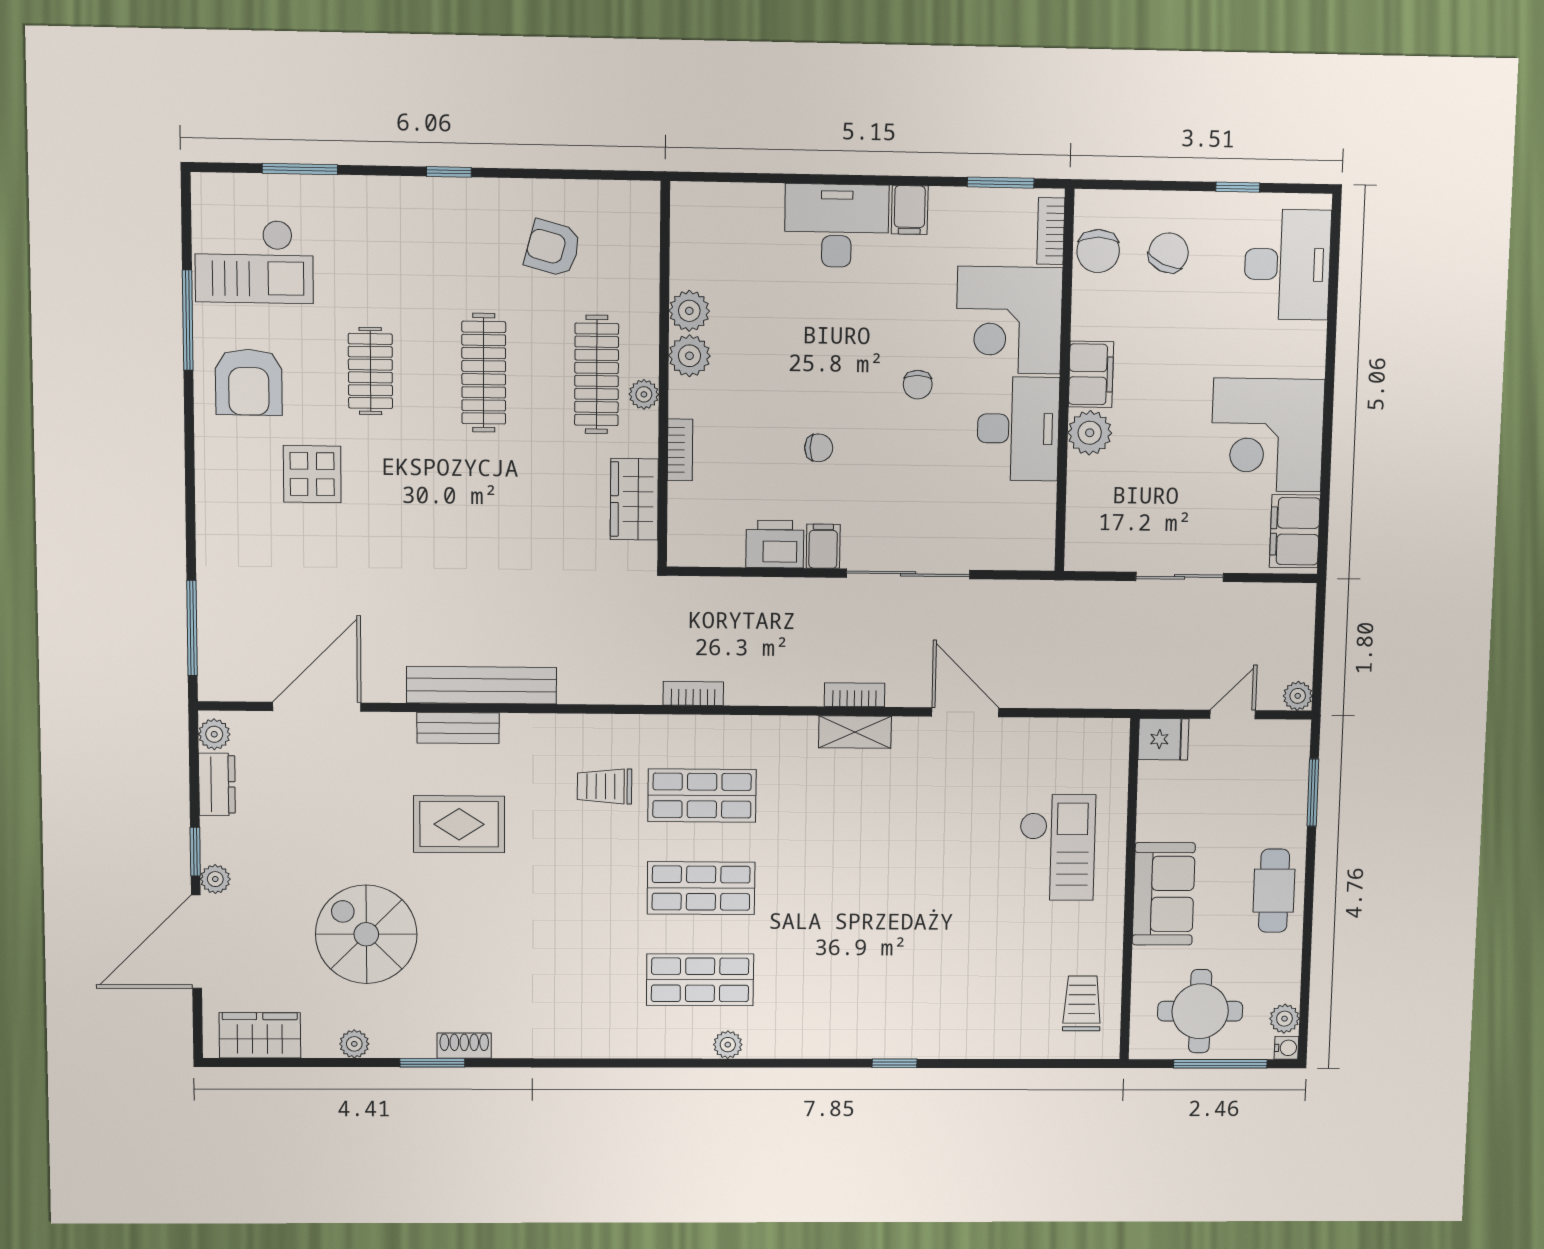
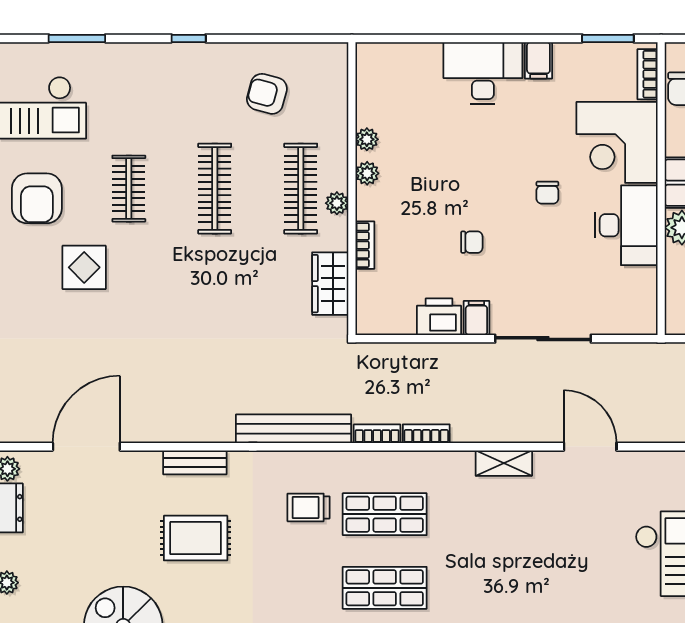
plant: (689, 311) -> (367, 139), width x0.73, depth x0.73
plant: (689, 356) -> (367, 173), width x0.73, depth x0.73
bench: (482, 685) -> (294, 429), moved
bookcase: (855, 695) -> (426, 434), moved

